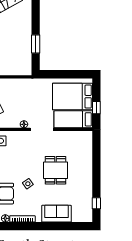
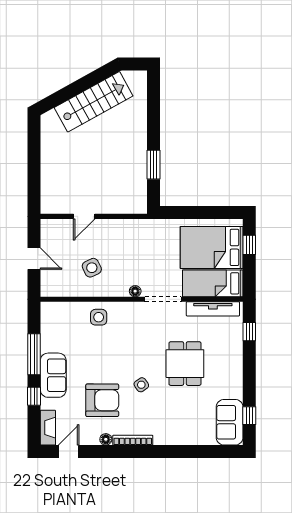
window: (96, 108) -> (249, 245), moved
tv unit: (73, 136) -> (213, 309), added
window: (96, 150) -> (249, 332), added
sofa: (56, 214) -> (230, 422), moved, turned -90

